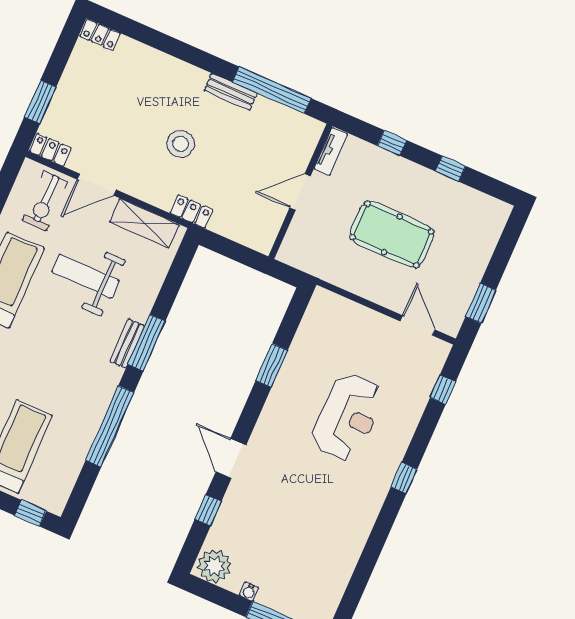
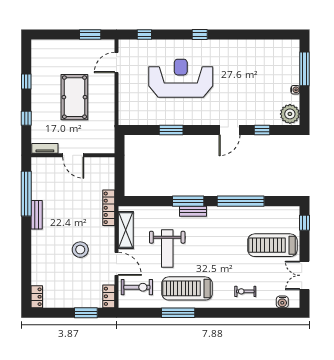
stool: (181, 144) -> (80, 250), moved
locker: (192, 212) -> (109, 208), width x1.53
reception desk: (348, 417) -> (181, 78), width x1.36, depth x1.30

